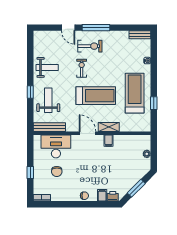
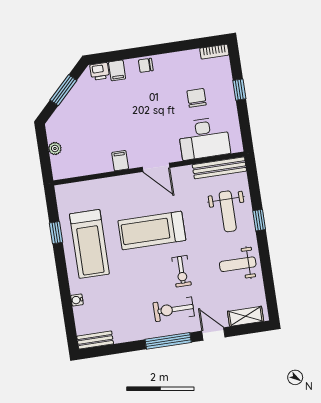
shelving: (109, 127) -> (246, 316), moved

